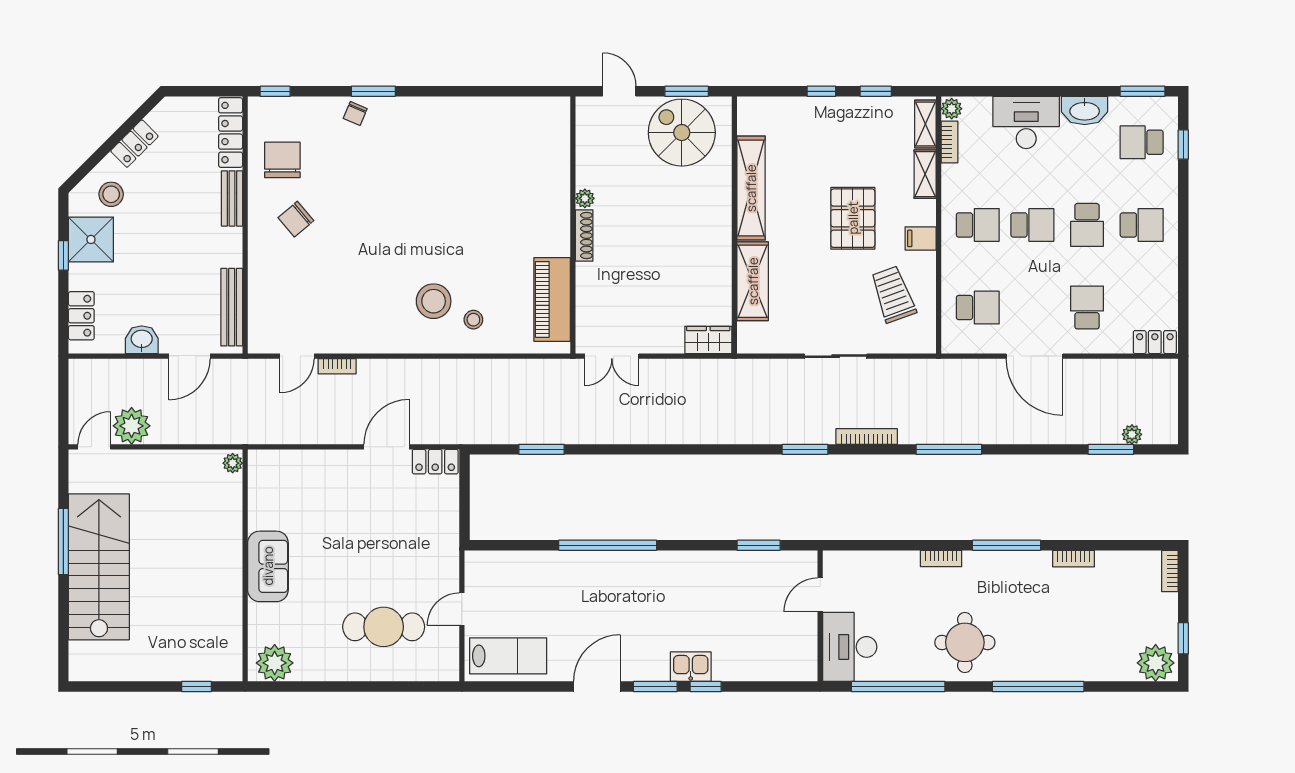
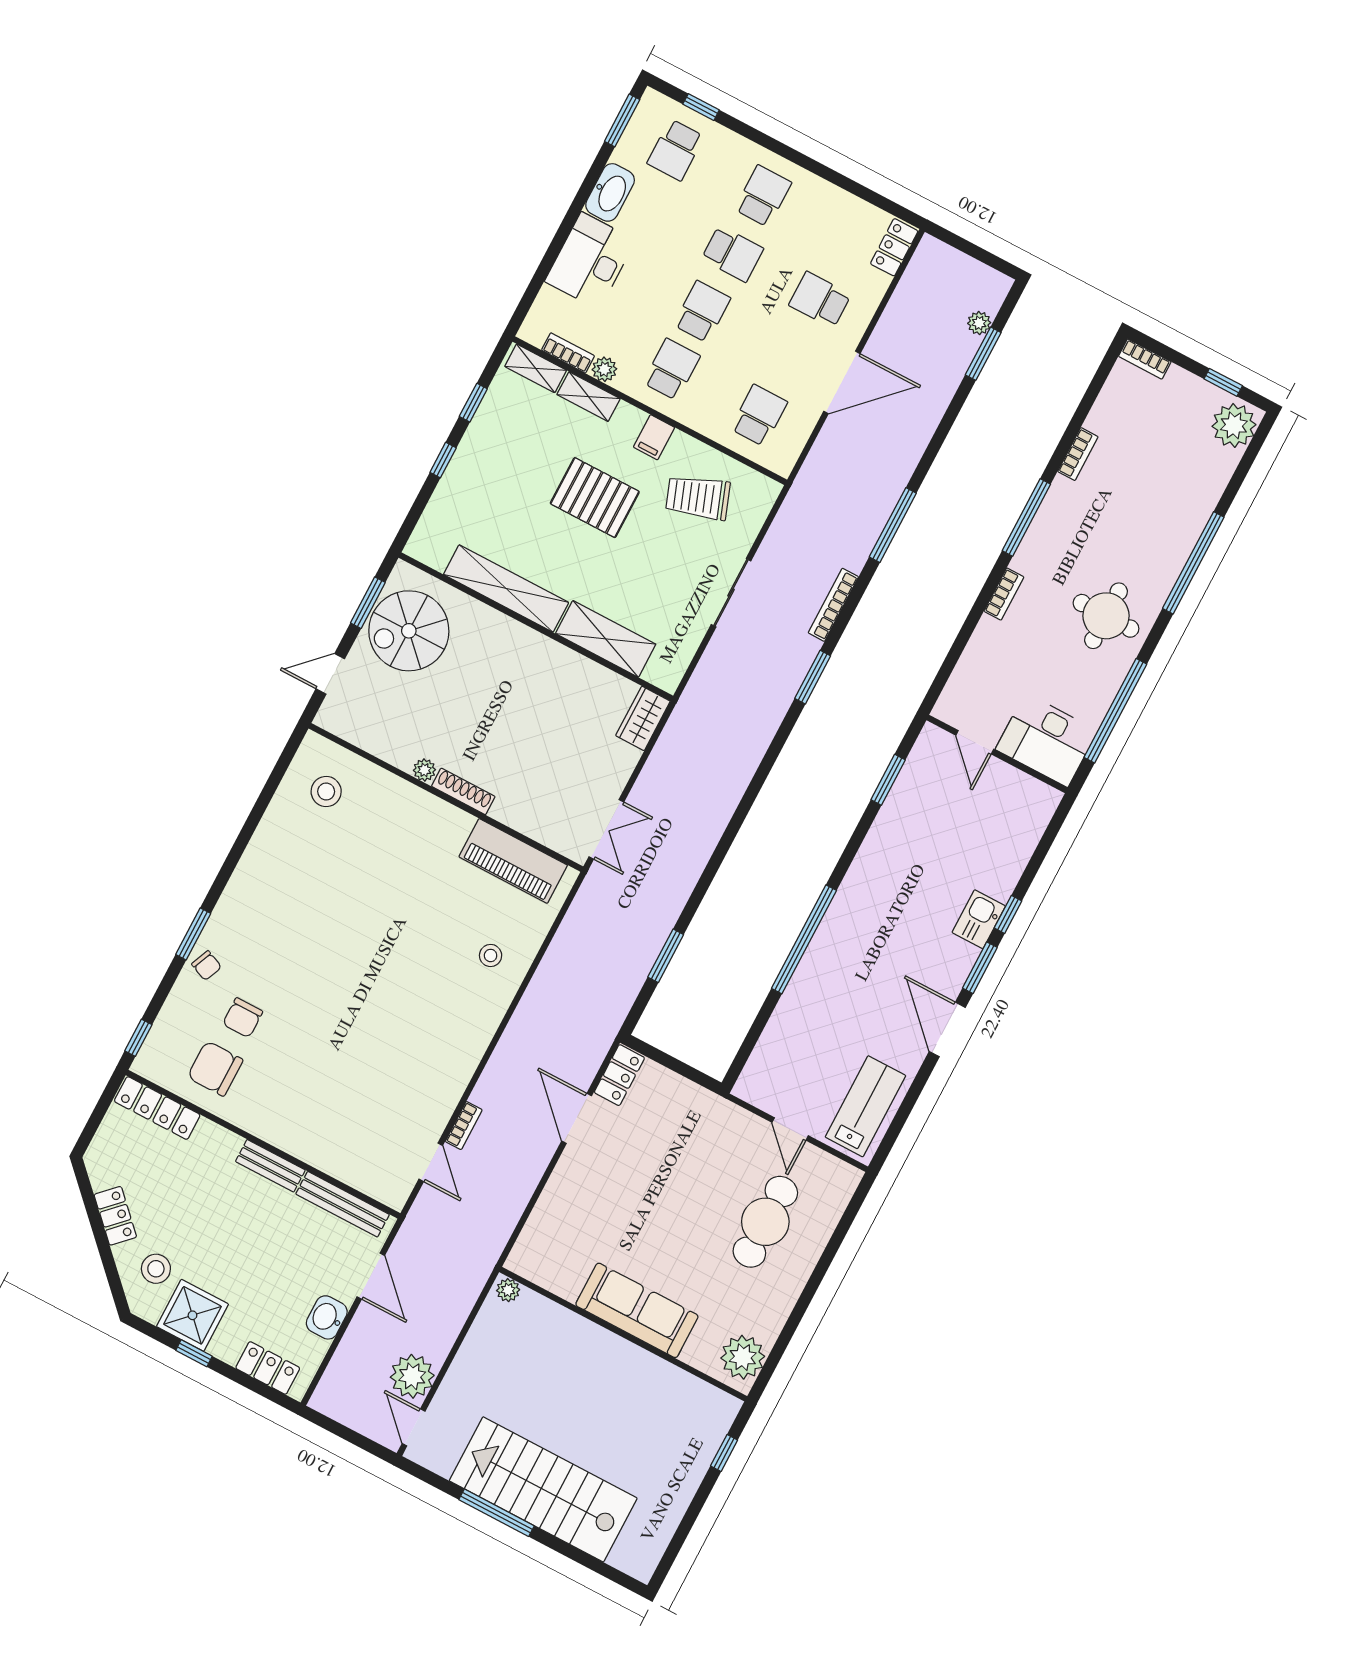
plant: (952, 109) -> (604, 369), moved
bench: (232, 198) -> (270, 1166), moved
chair: (296, 219) -> (243, 1018), moved, turned 40
stool: (434, 301) -> (326, 792), moved, width x0.73, depth x0.73
sofa: (268, 566) -> (637, 1310), width x1.36

